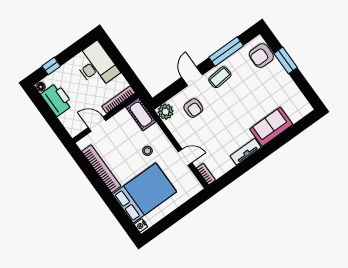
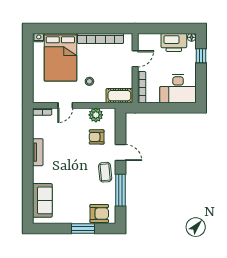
armchair: (261, 56) -> (99, 214), turned 90
plant: (166, 112) -> (96, 115), moved
sofa: (271, 127) -> (42, 200), moved

